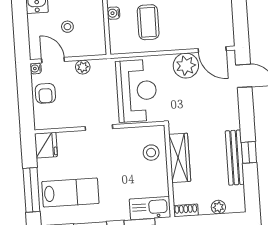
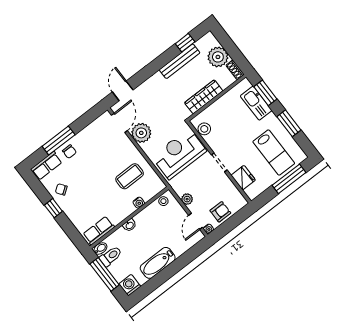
stool: (67, 27) -> (163, 201), moved
fridge: (46, 145) -> (243, 178), moved, turned 90
window: (249, 152) -> (185, 43), moved
stool: (151, 153) -> (204, 129), moved
lab bench: (70, 193) -> (274, 153), turned 180
plant: (218, 207) -> (218, 57), width x1.87, depth x1.87
kitchen sink: (150, 208) -> (256, 103), moved

